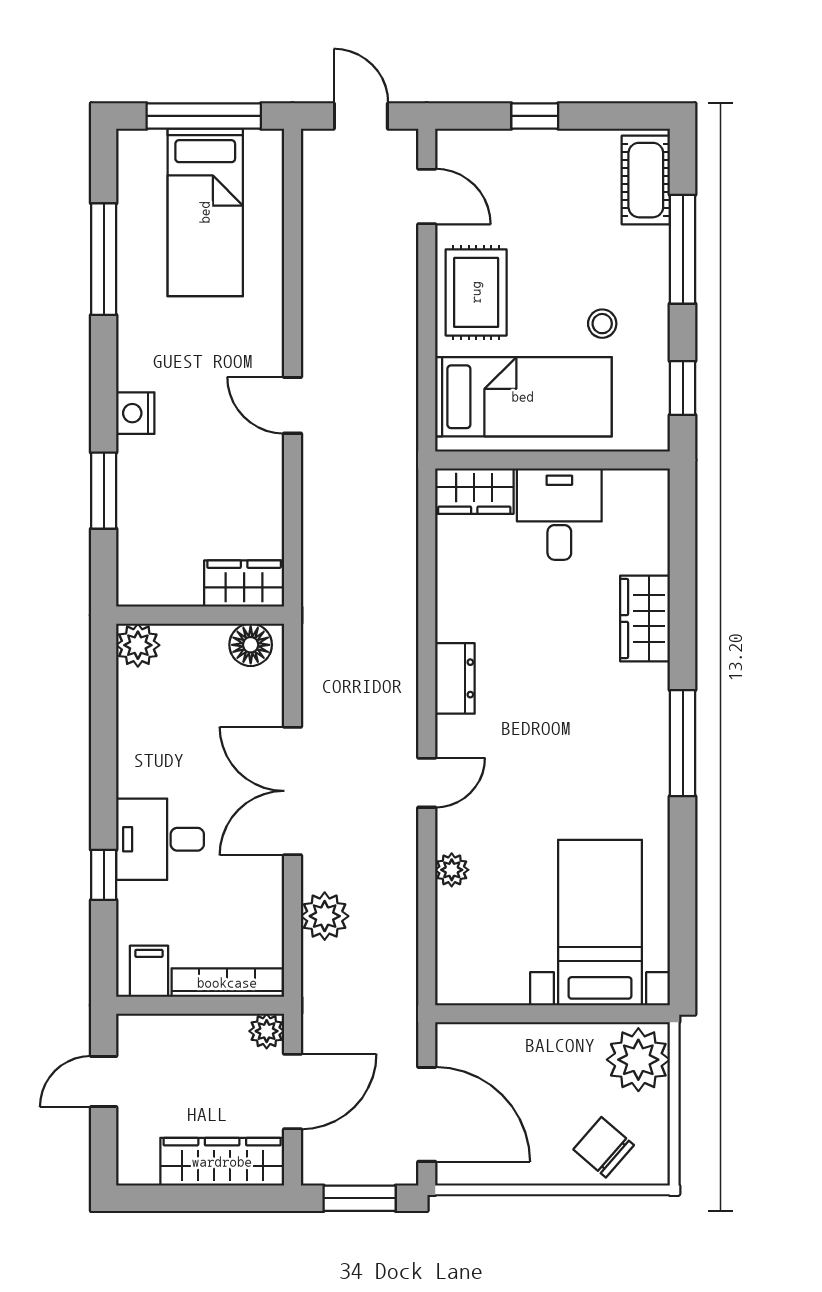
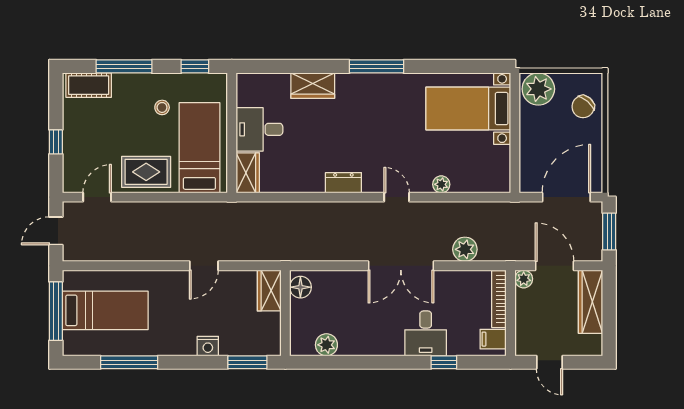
wardrobe: (244, 584) -> (269, 291), moved
wall: (200, 615) -> (285, 313), moved
floor lamp: (251, 645) -> (300, 287), moved

